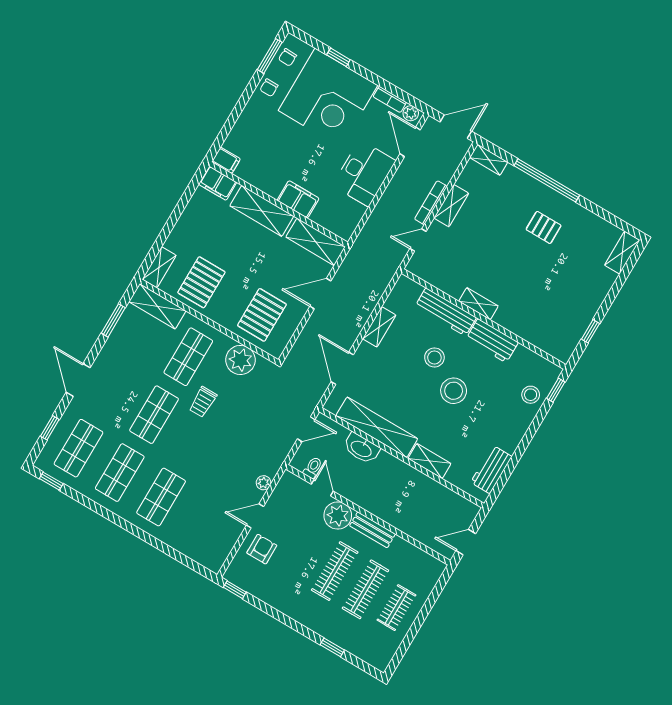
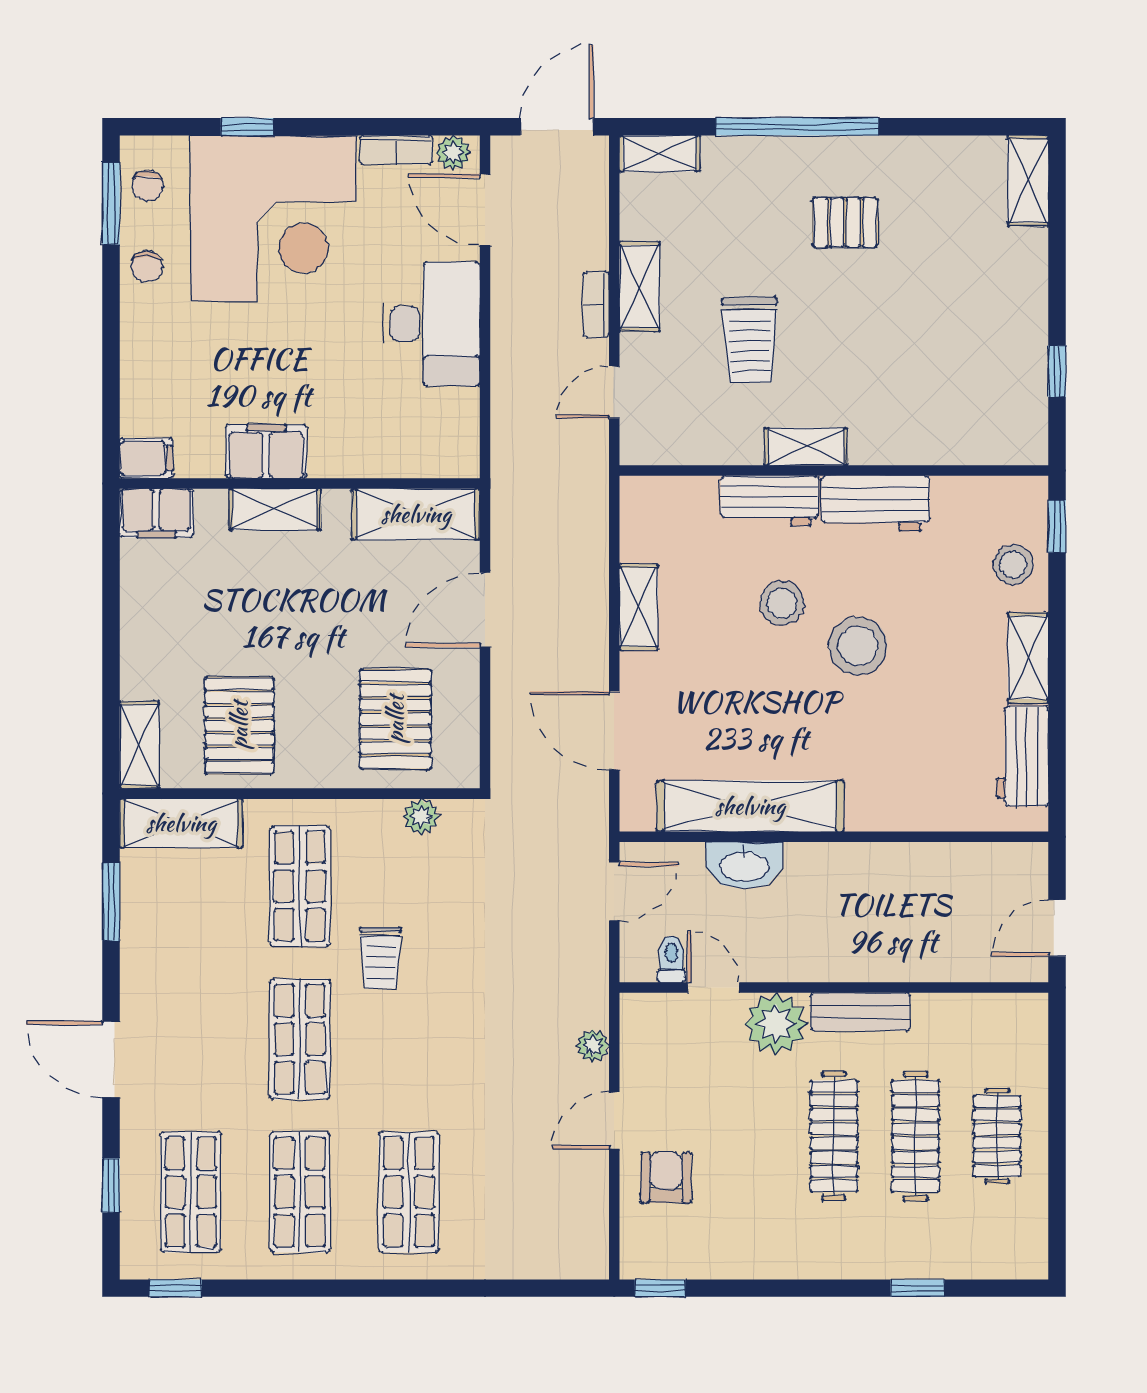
filing cabinet: (298, 199) -> (266, 451), moved
bookcase: (431, 203) -> (596, 304), width x0.64
shelving: (262, 211) -> (275, 509), width x0.67, depth x0.75
trolley: (481, 251) -> (750, 340), added
workbench: (446, 312) -> (770, 501), width x0.73
plant: (241, 360) -> (421, 817), width x0.53, depth x0.53
shelving: (430, 461) -> (1028, 658), moved, turned 90

